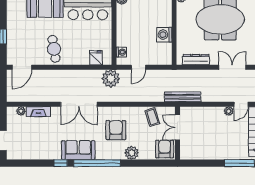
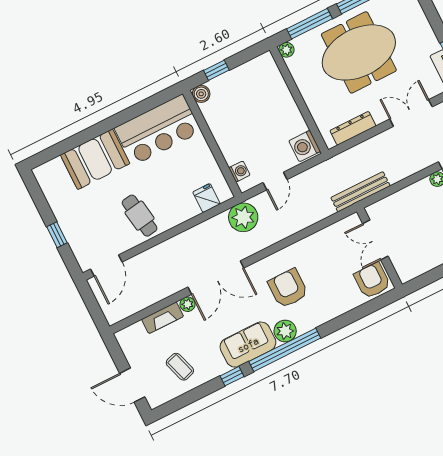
washing machine: (164, 35) -> (305, 146), moved
plant: (21, 111) -> (188, 304), moved
coffee table: (152, 117) -> (180, 367), moved
plant: (132, 153) -> (285, 331), moved

